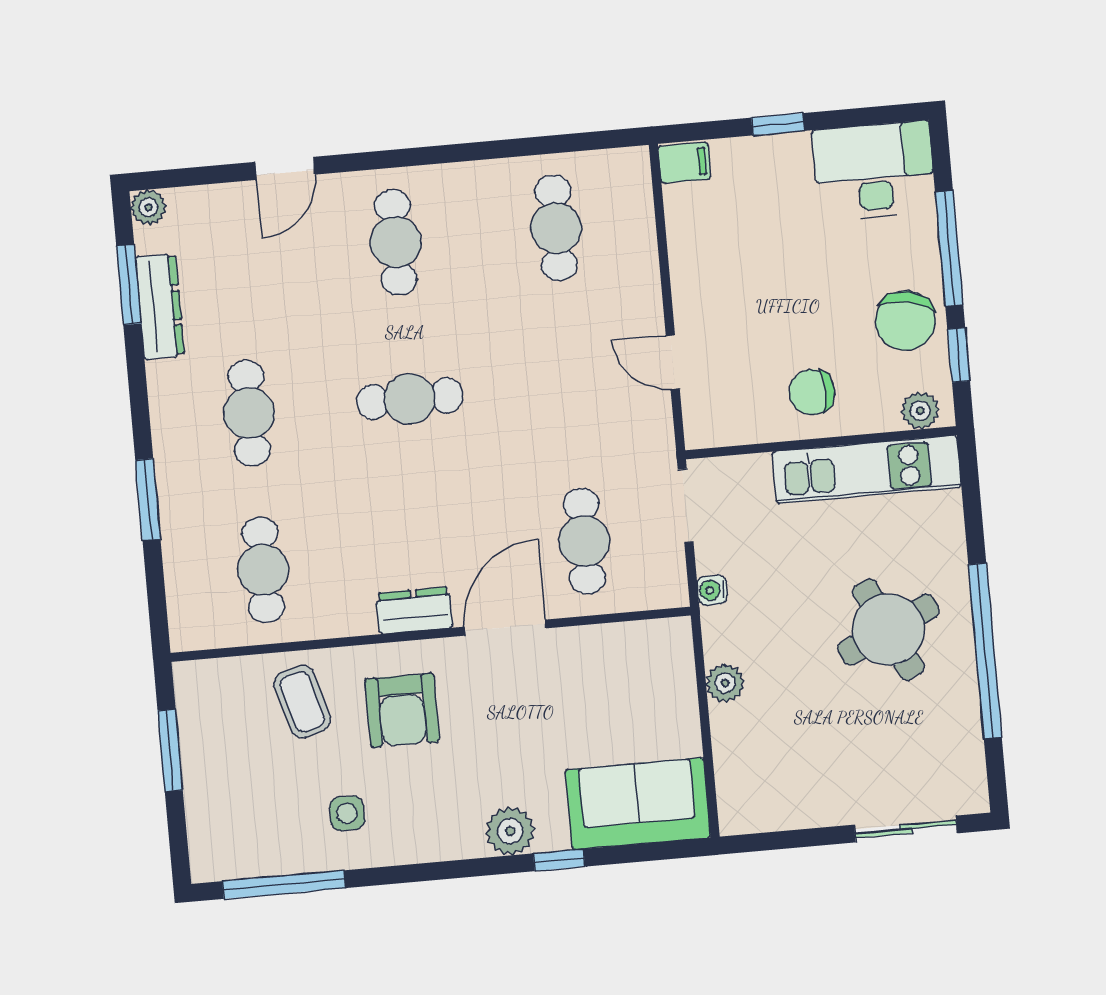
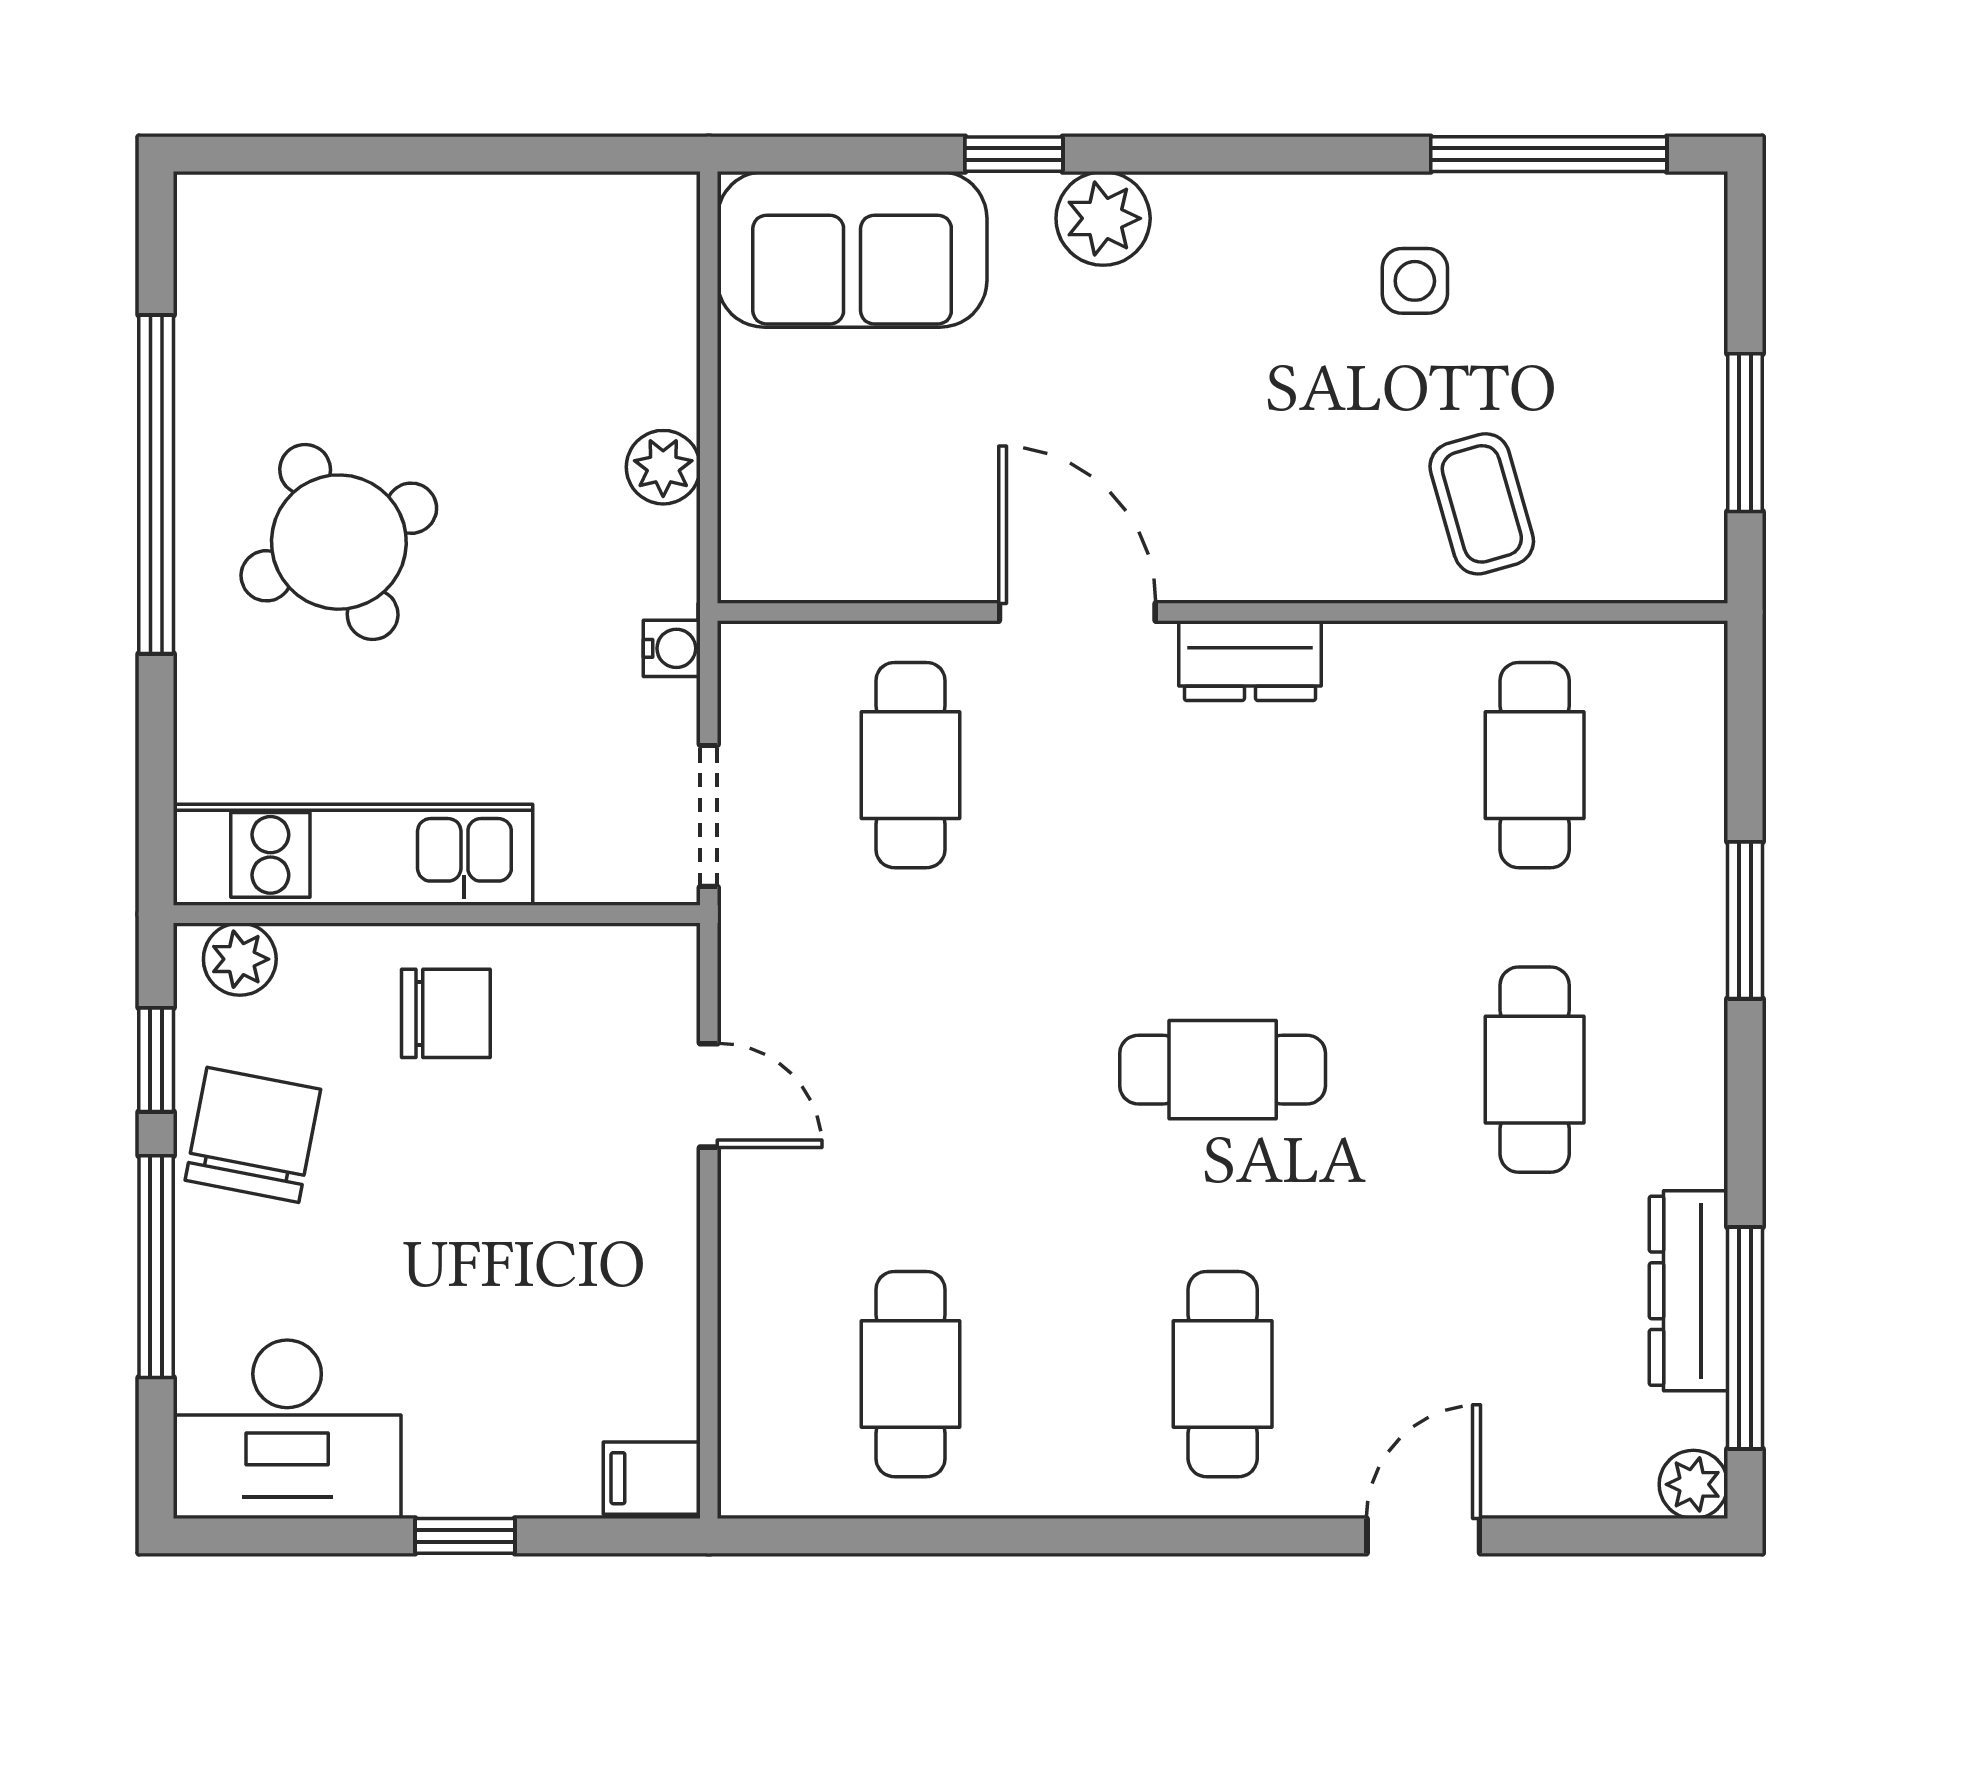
window: (129, 285) -> (1745, 1338), width x1.44
door: (505, 628) -> (1077, 612), swing flipped
armchair: (402, 710) -> (1291, 470), removed
sliding door: (906, 829) -> (339, 154), removed

